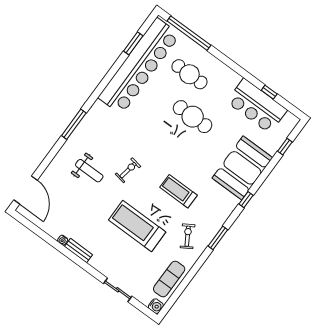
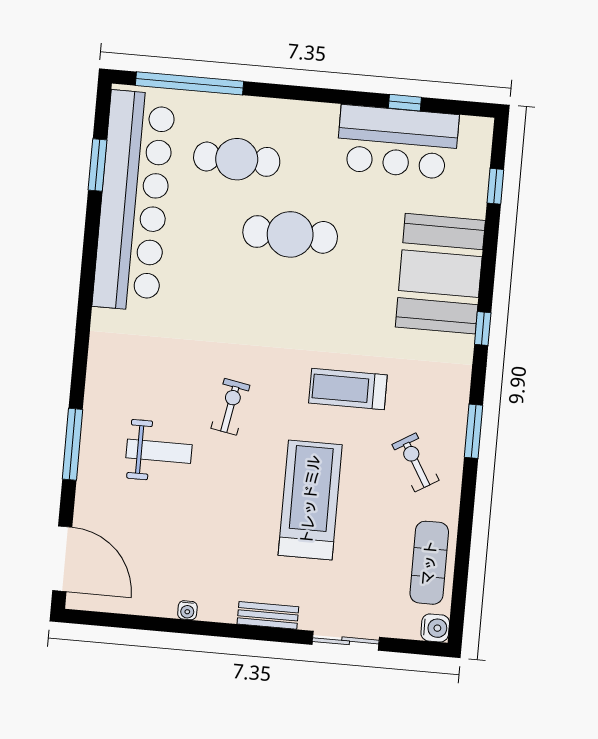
window: (74, 124) -> (73, 444), moved
treadmill: (137, 226) -> (310, 500), turned 90
bench: (78, 251) -> (268, 615), moved

